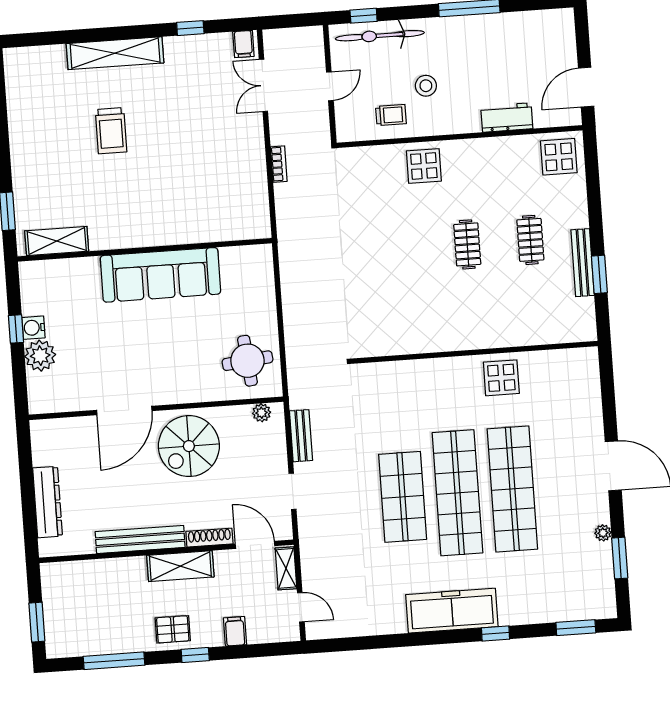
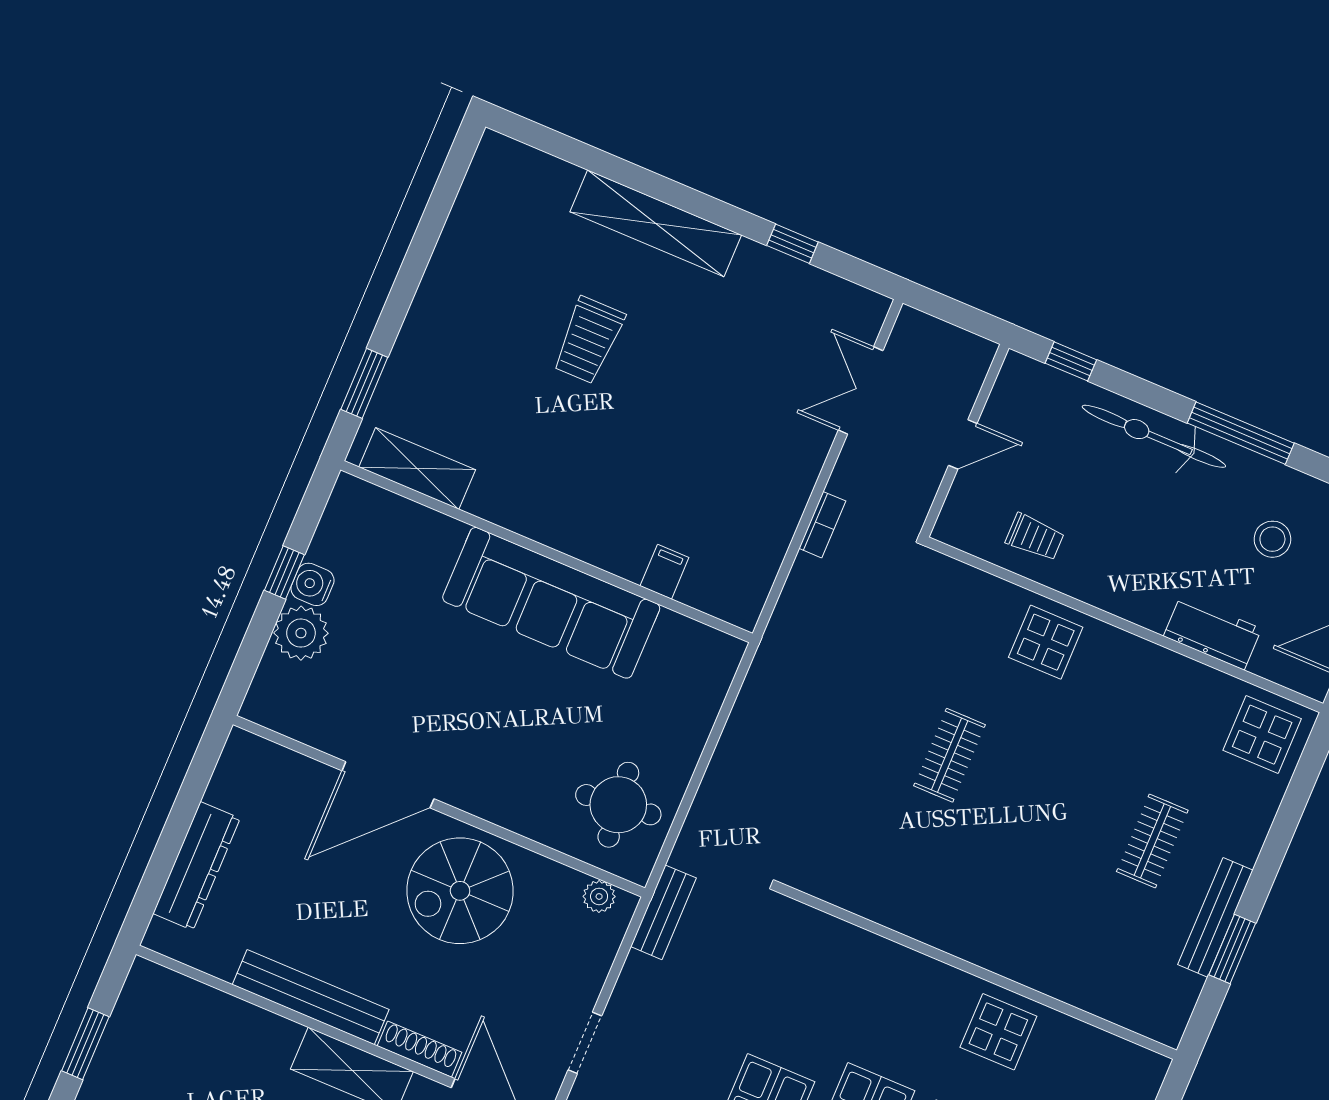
bicycle: (380, 36) -> (1154, 436), moved
filing cabinet: (243, 44) -> (664, 572), moved, turned 180
stool: (426, 86) -> (1272, 539), moved
clothes rail: (467, 244) -> (950, 755), moved
bench: (301, 436) -> (664, 912), moved

